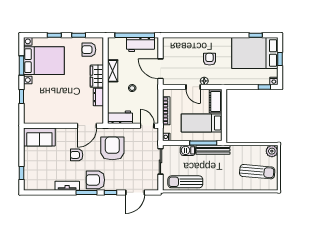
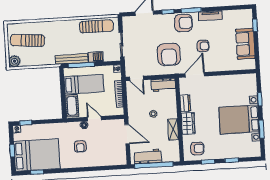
bed with nightstands: (44, 61) -> (239, 119), moved
sofa: (39, 137) -> (245, 44), moved, turned -90

